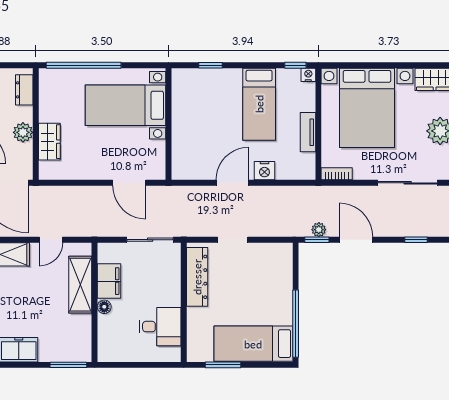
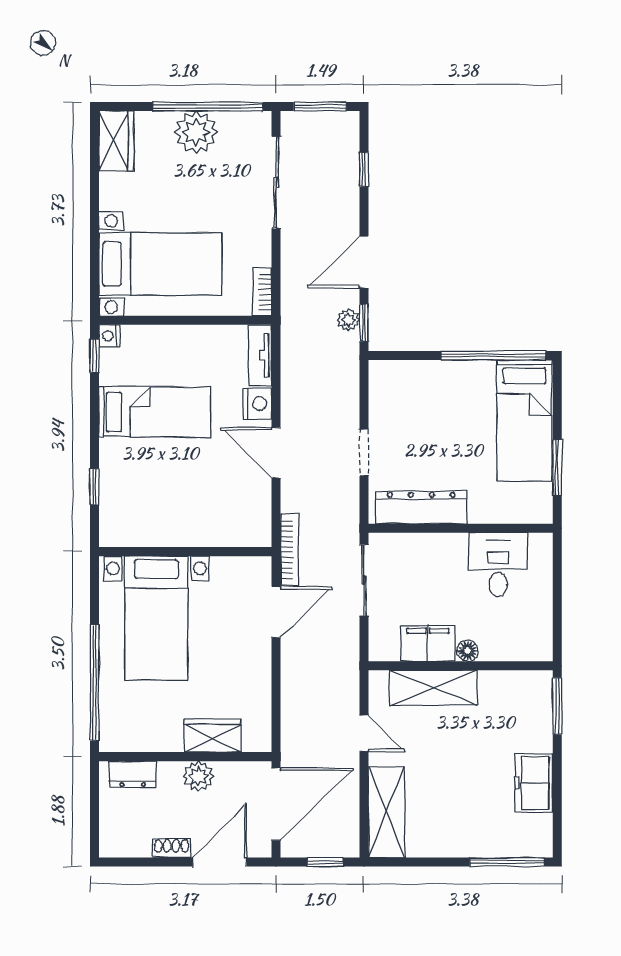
bed with nightstands: (367, 108) -> (160, 264), width x0.73
tv unit: (308, 132) -> (260, 355), moved, turned 90
bookcase: (170, 191) -> (290, 550), added

